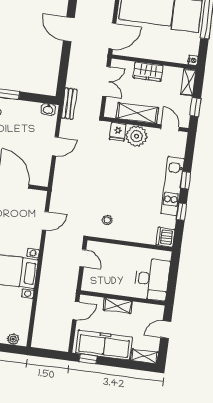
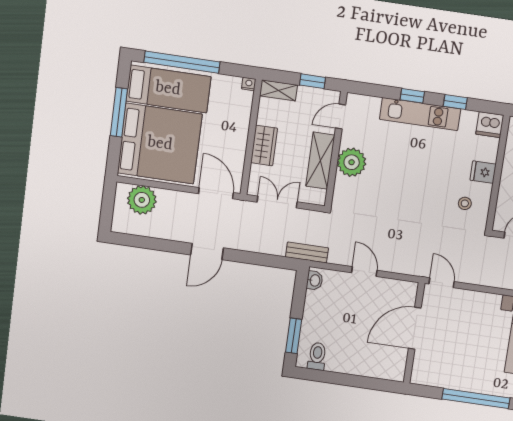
fridge: (118, 132) -> (483, 172), moved, turned 180
door: (45, 221) -> (442, 283), moved

